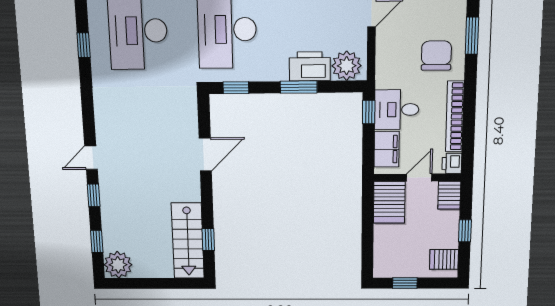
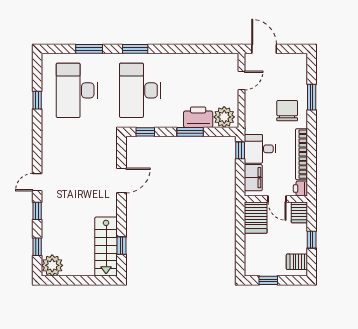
door: (419, 178) -> (277, 199), swing flipped

